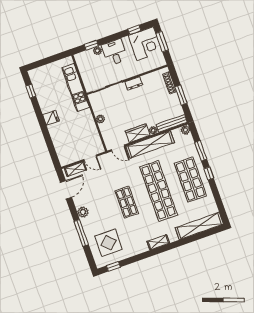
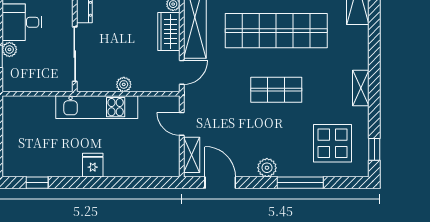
kitchen unit: (76, 88) -> (97, 107), moved
door: (90, 158) -> (182, 124), swing flipped
shelving: (158, 242) -> (361, 88), moved

